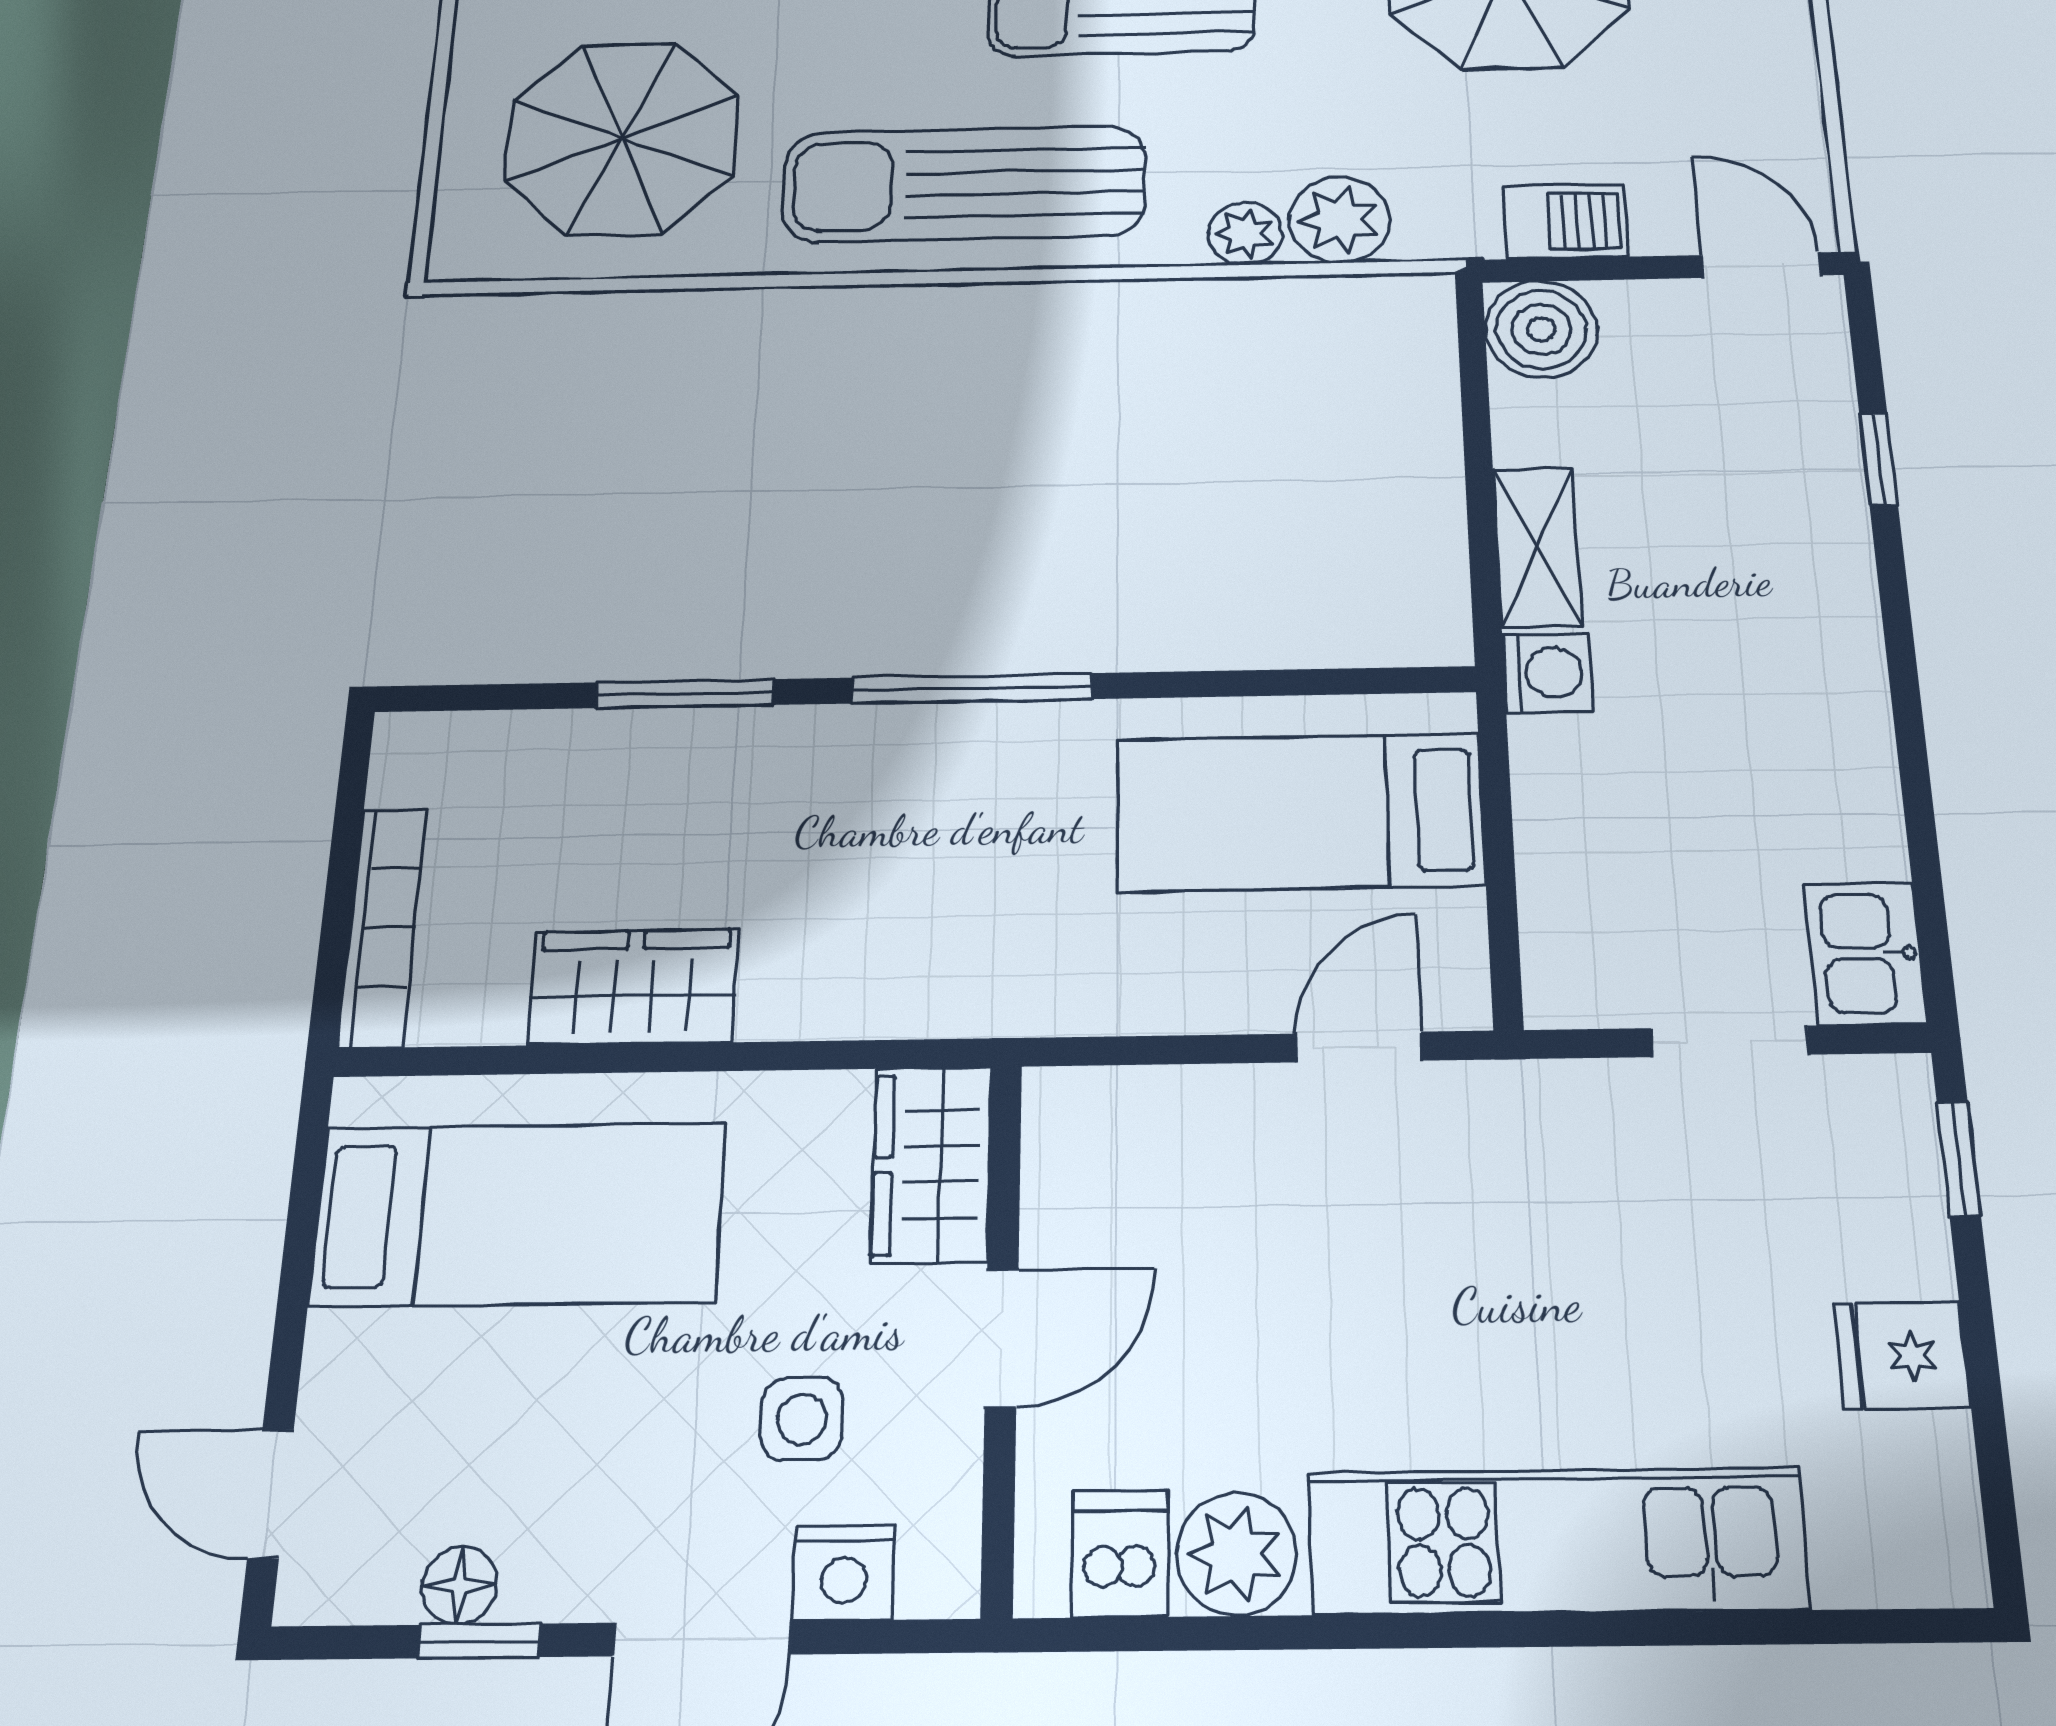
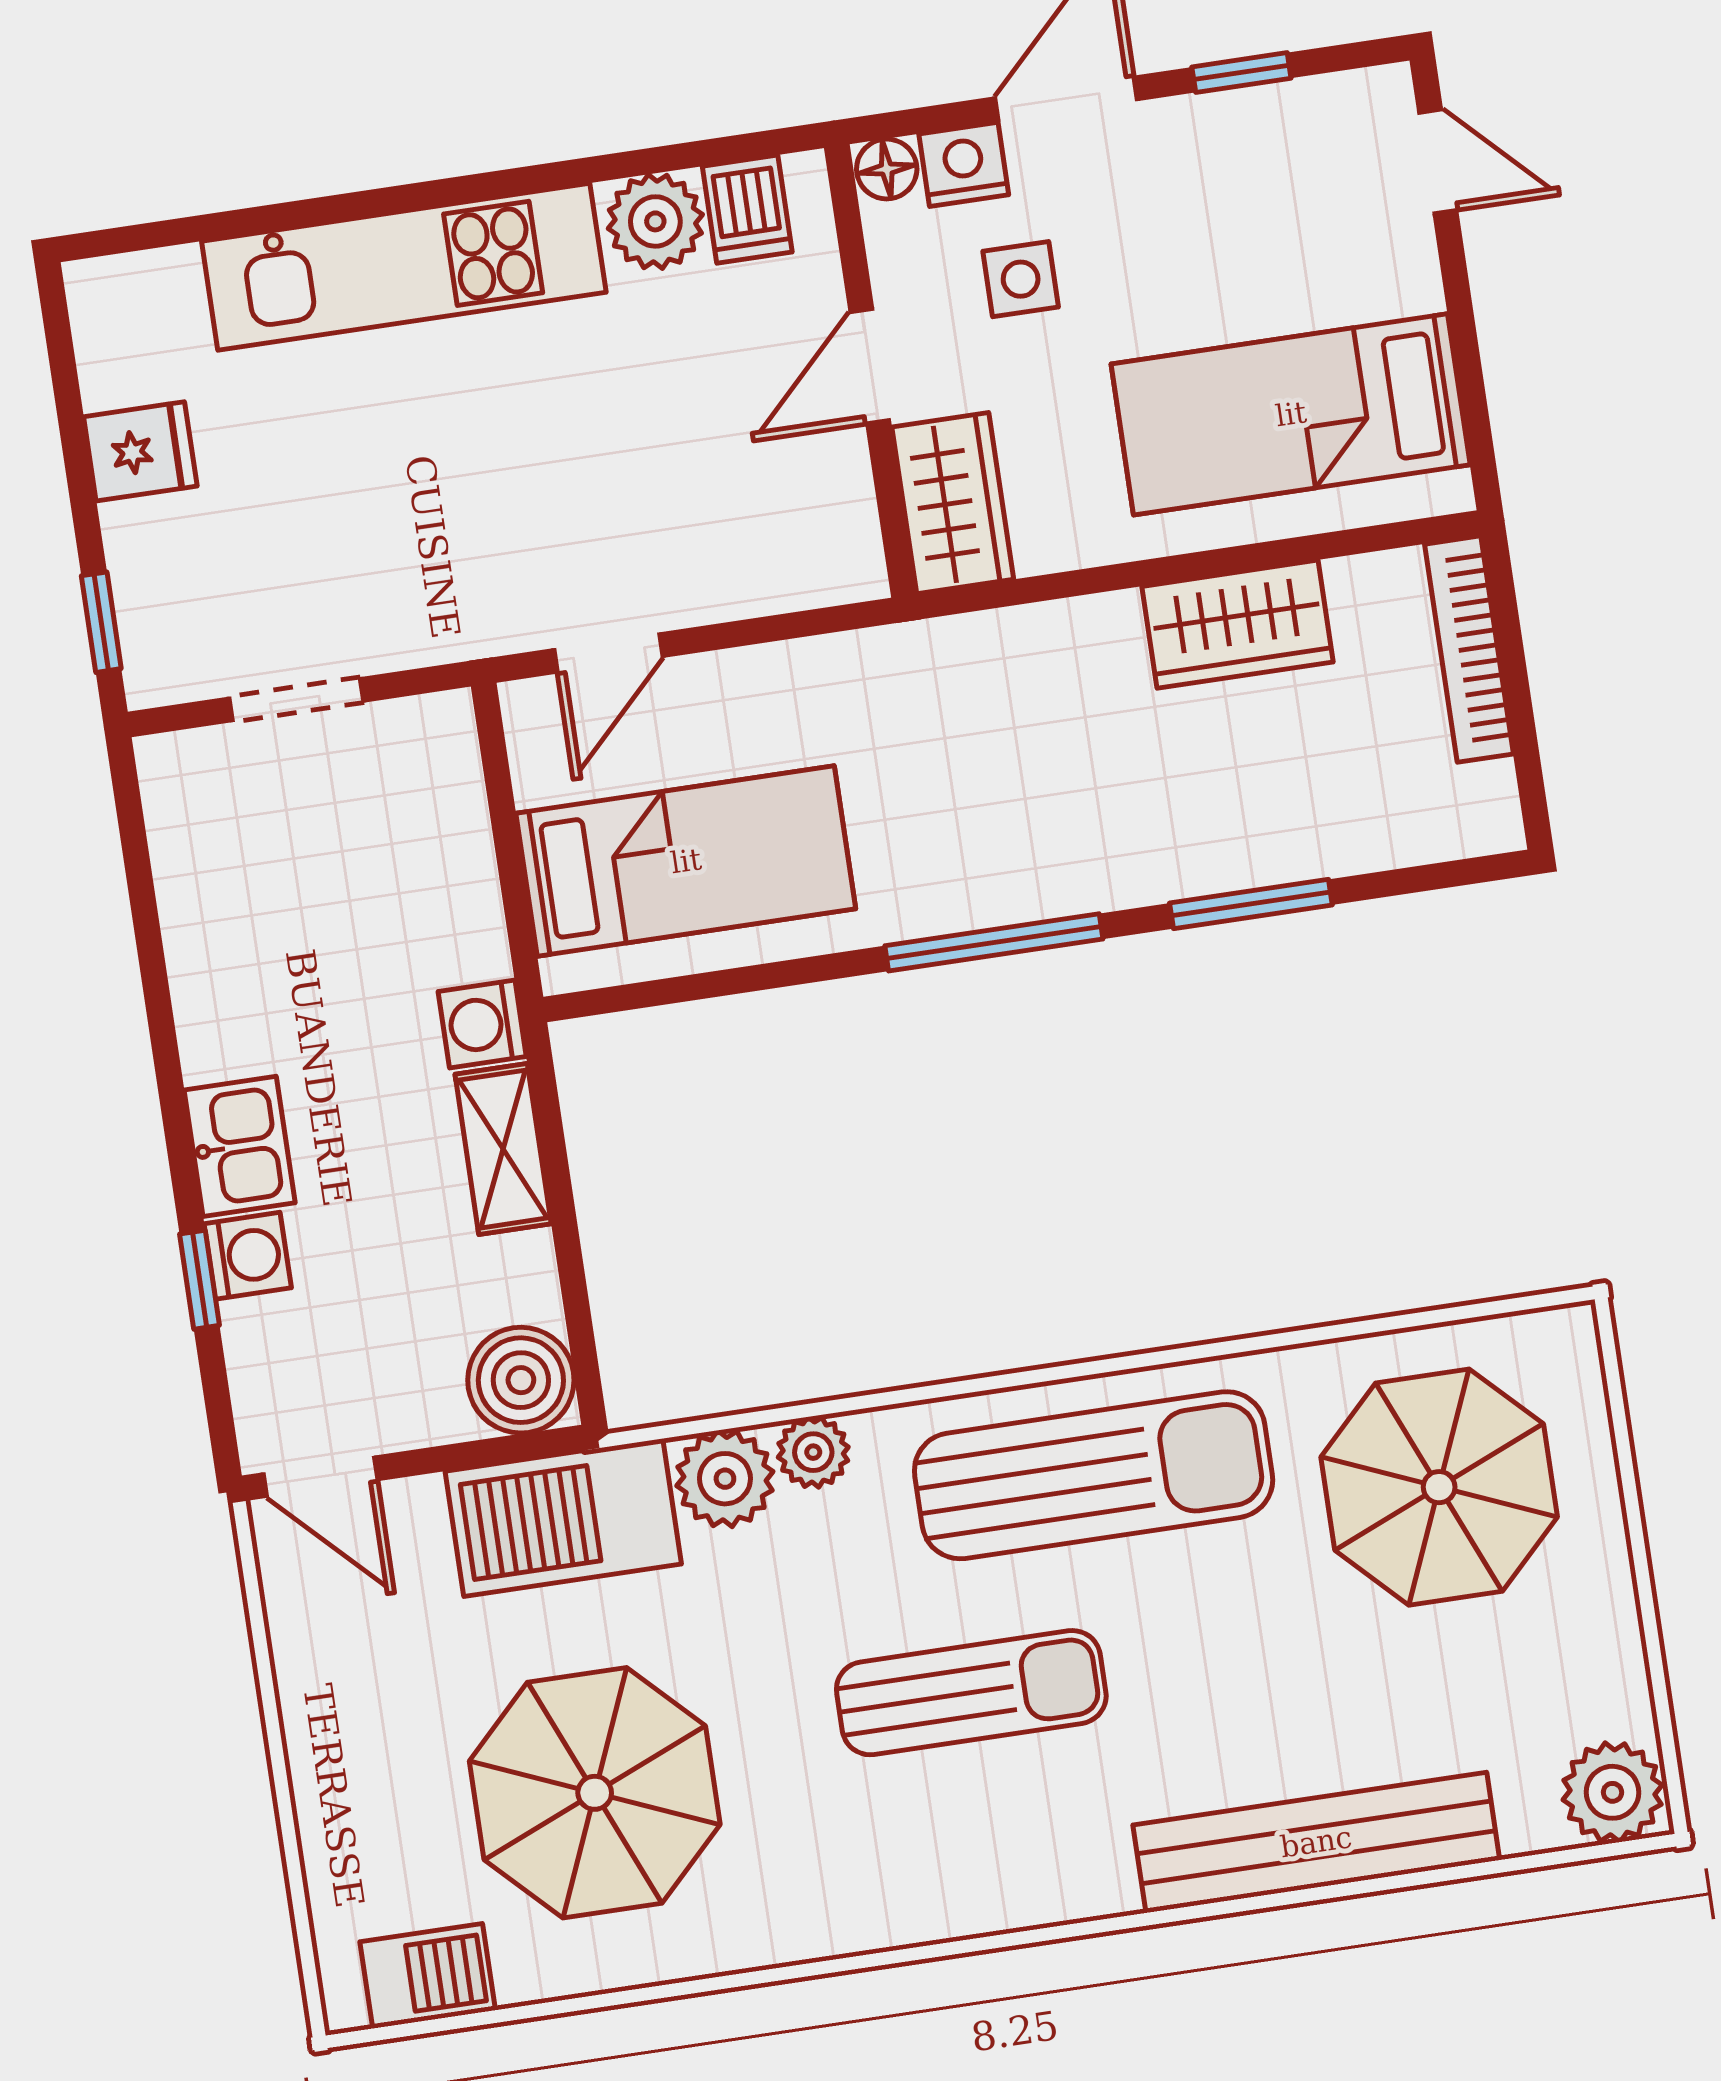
barbecue: (1566, 221) -> (563, 1518), width x1.88, depth x1.53
washing machine: (1824, 476) -> (248, 1256), added
kitchen sink: (1866, 953) -> (240, 1146), moved
floor lamp: (460, 1585) -> (887, 169), moved

